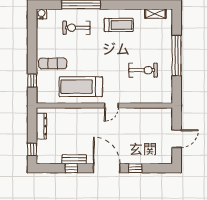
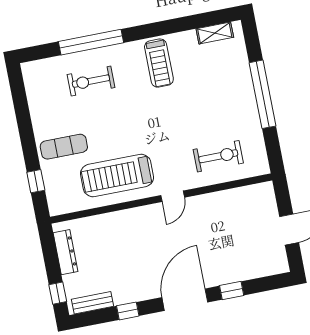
water cooler: (41, 14) -> (30, 70), removed
treadmill: (119, 25) -> (159, 63), turned 90
exercise bike: (143, 70) -> (218, 156), moved
bench: (74, 159) -> (92, 303), moved
door: (107, 168) -> (185, 300), hinge flipped

